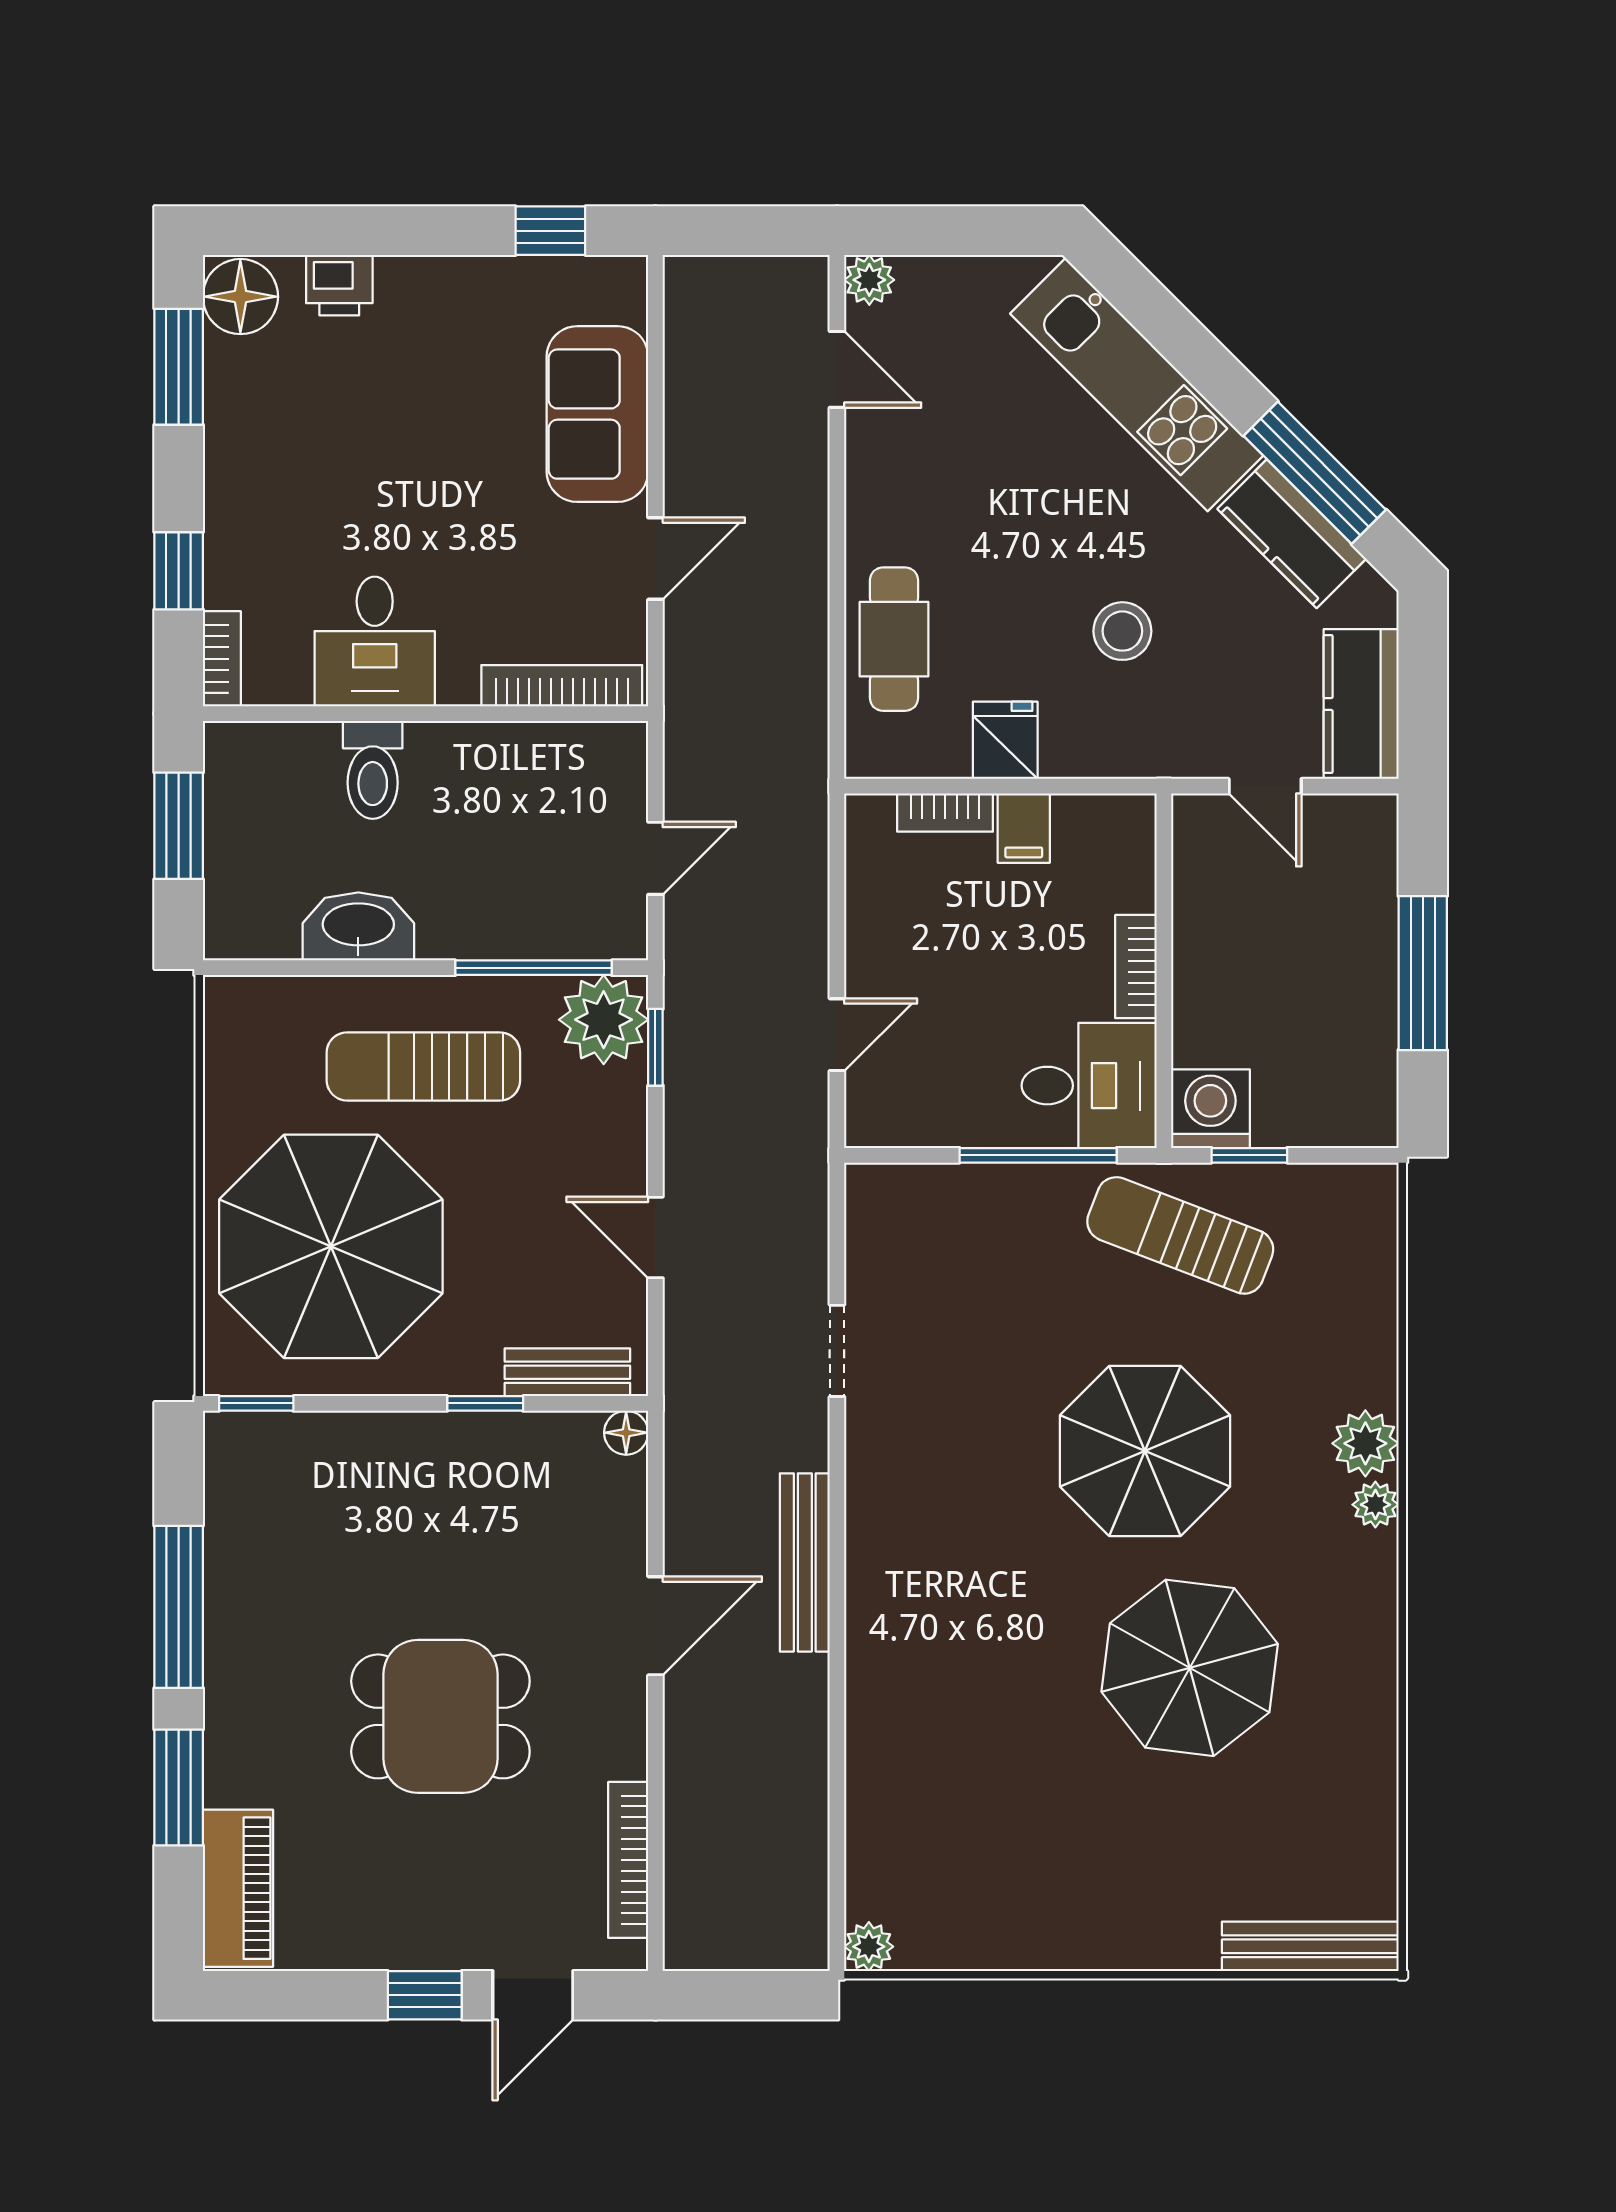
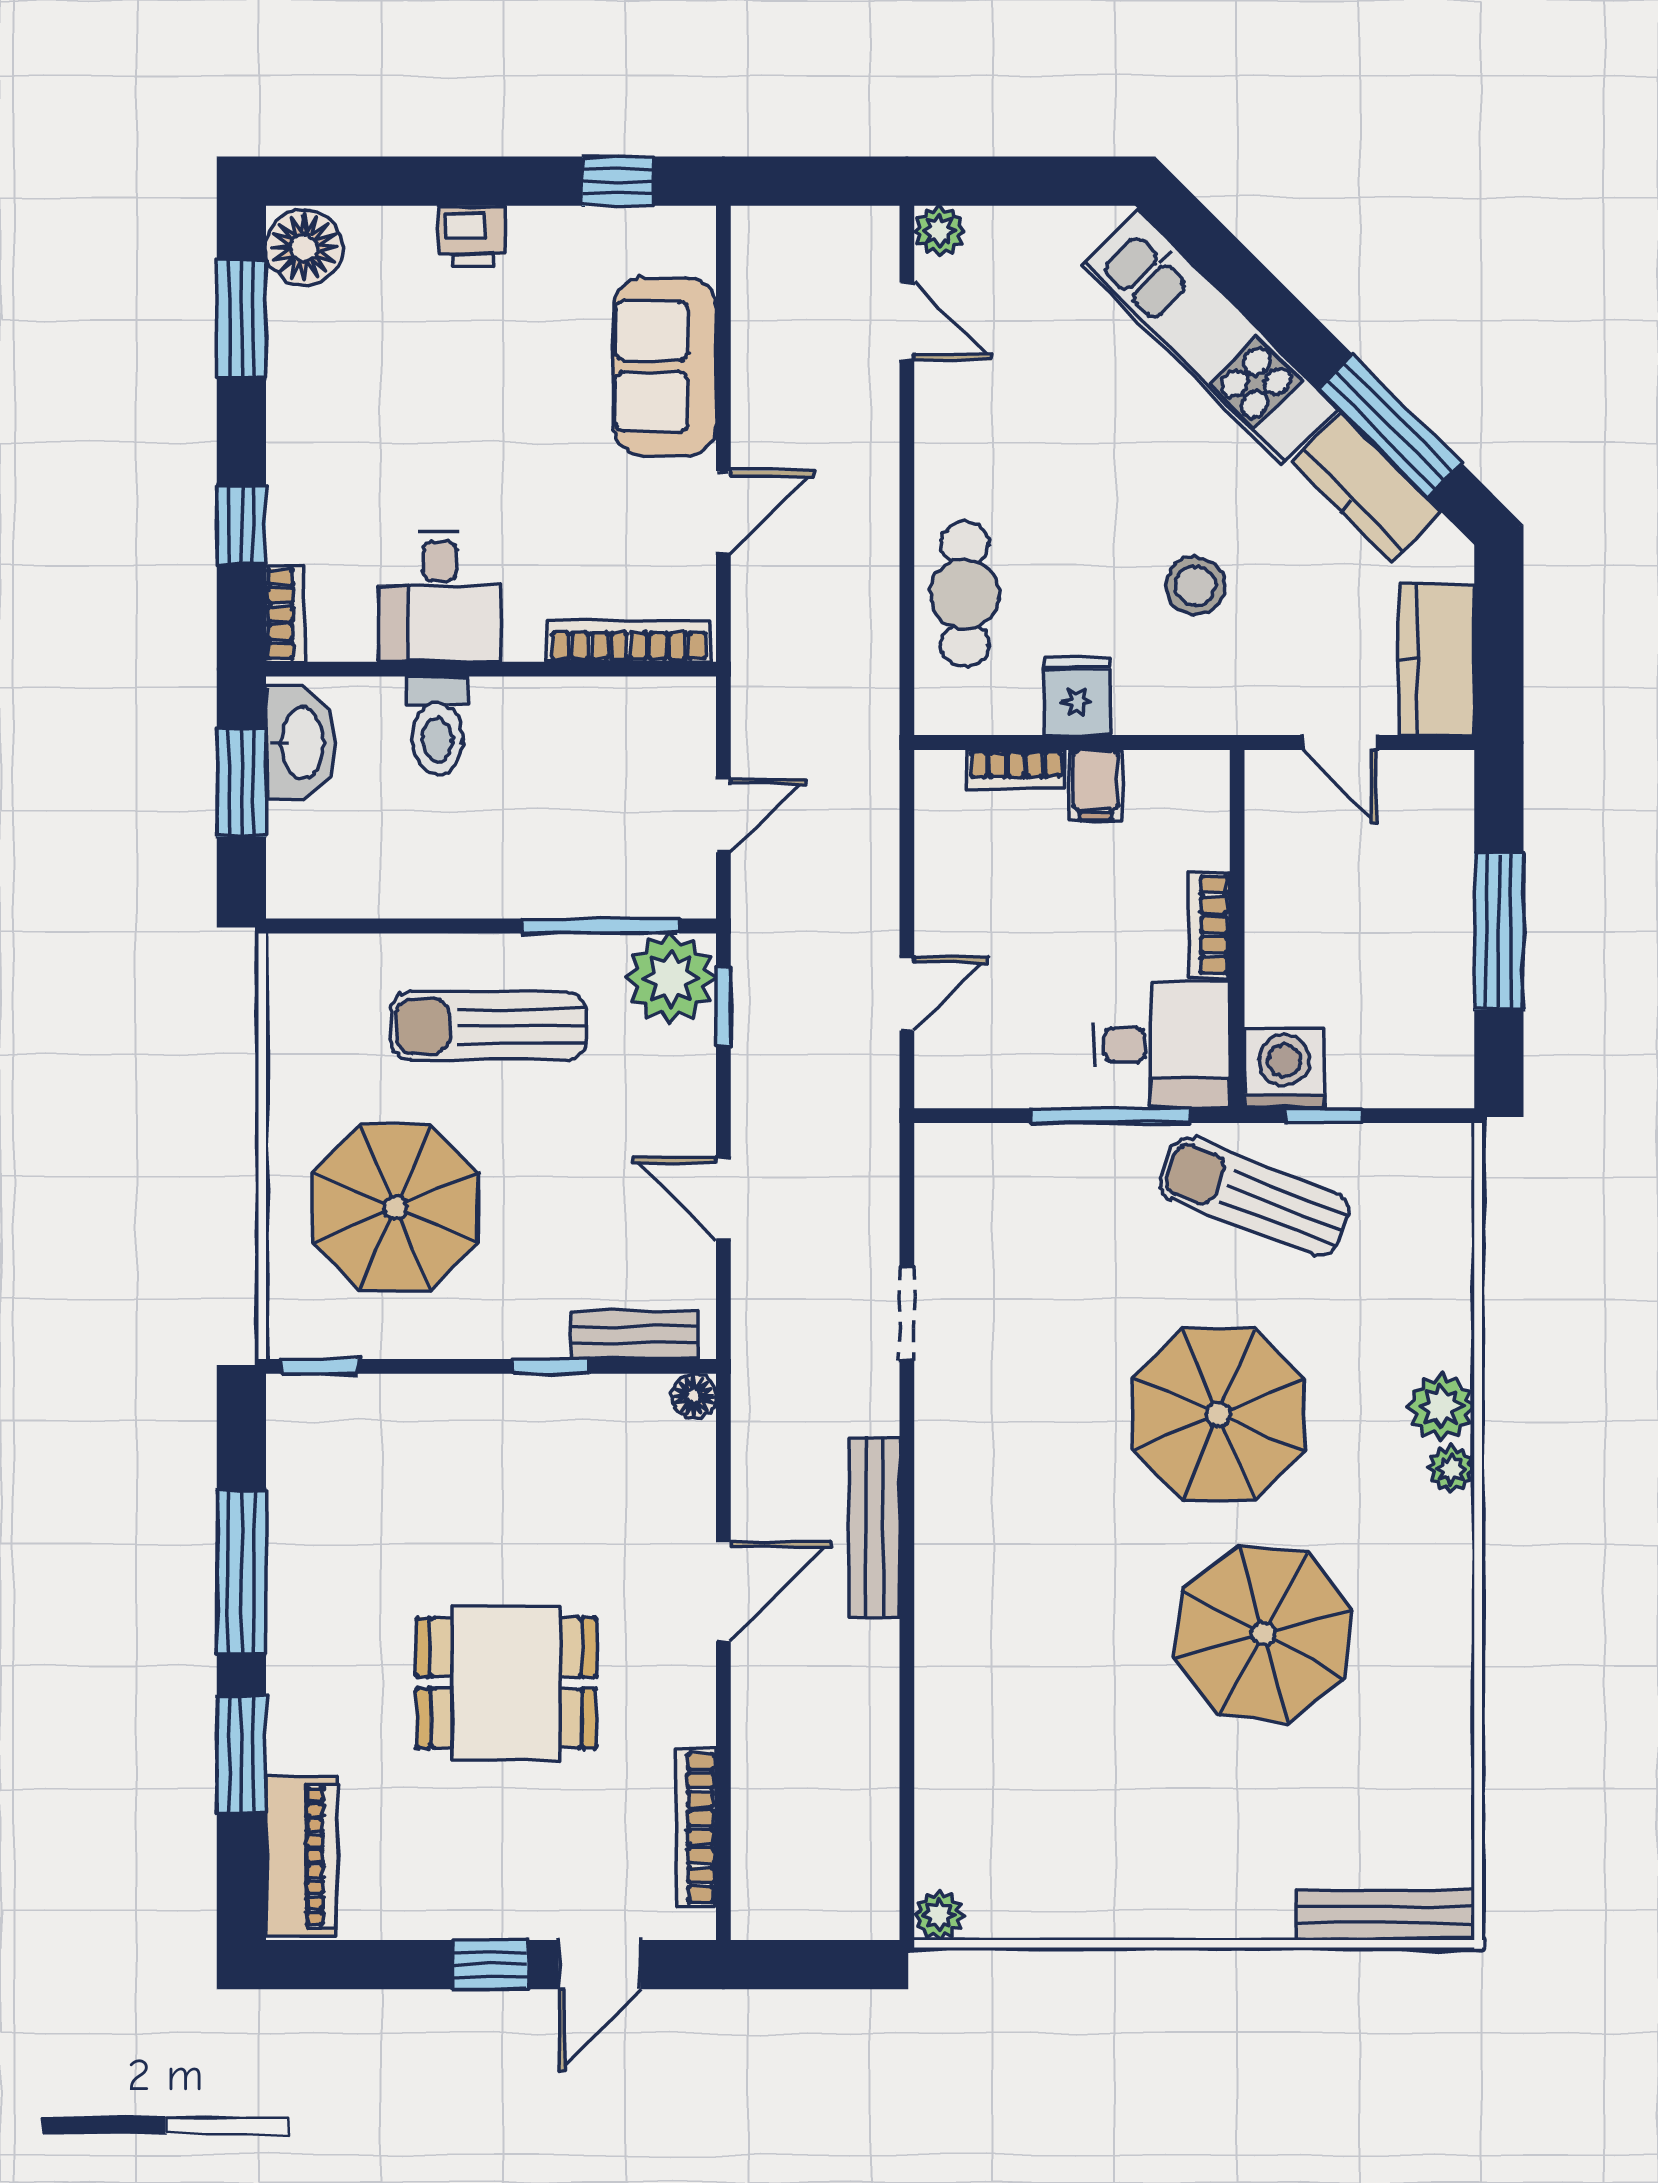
printer: (339, 285) -> (472, 236), moved
washbasin: (358, 926) -> (300, 743), moved, turned 90
parasol: (331, 1246) -> (395, 1208), width x0.73, depth x0.73

